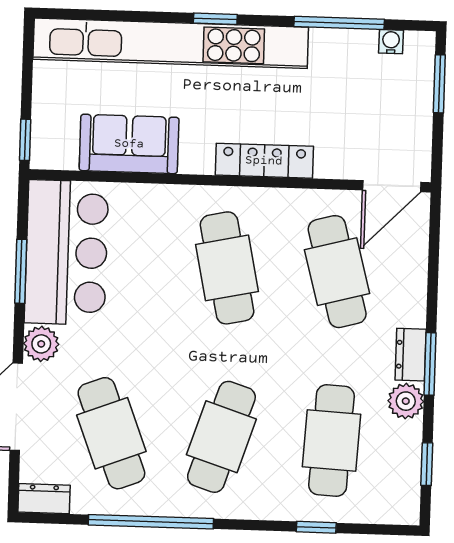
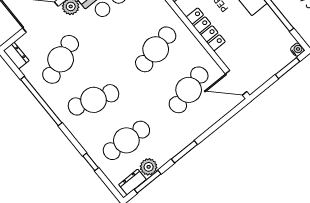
water cooler: (391, 42) -> (297, 50), moved
dresser: (411, 355) -> (132, 182), moved
plant: (406, 401) -> (149, 167), moved
window: (427, 464) -> (148, 182), width x1.50

